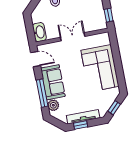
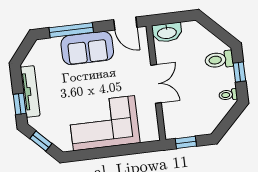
door: (36, 59) -> (125, 24), hinge flipped
plant: (53, 105) -> (51, 46), removed
window: (81, 125) -> (20, 104), moved

